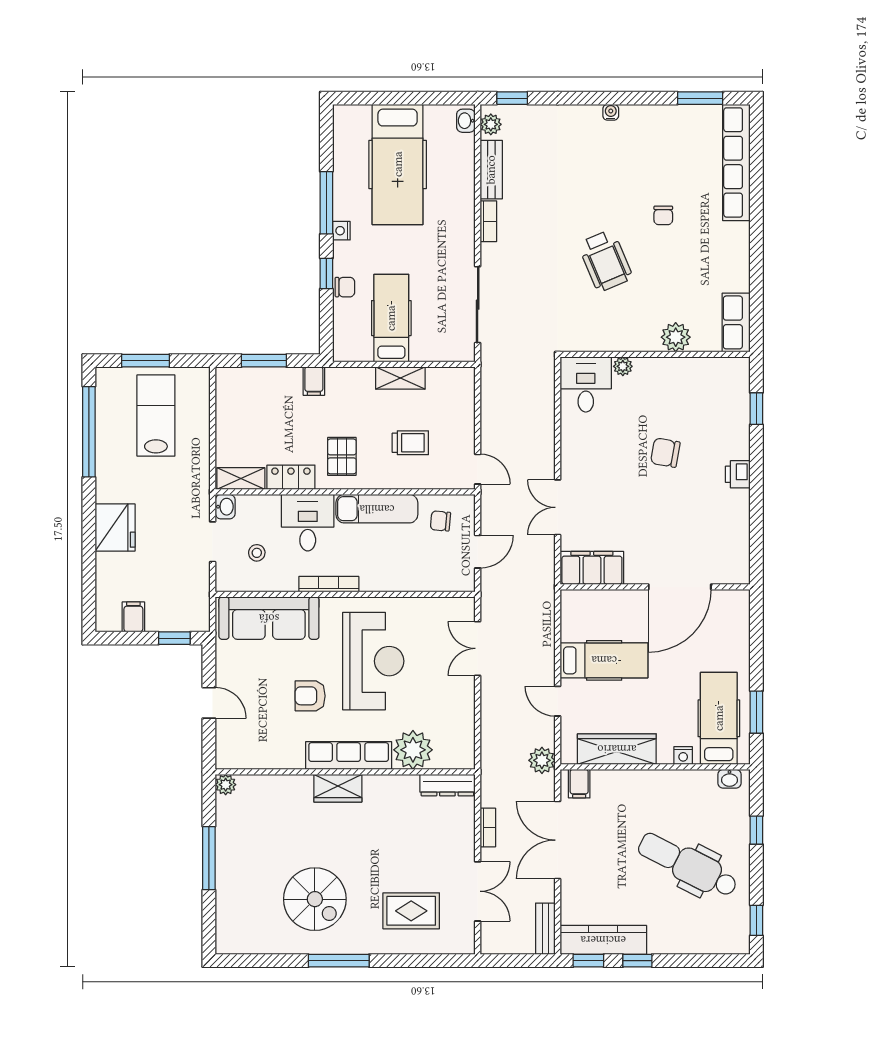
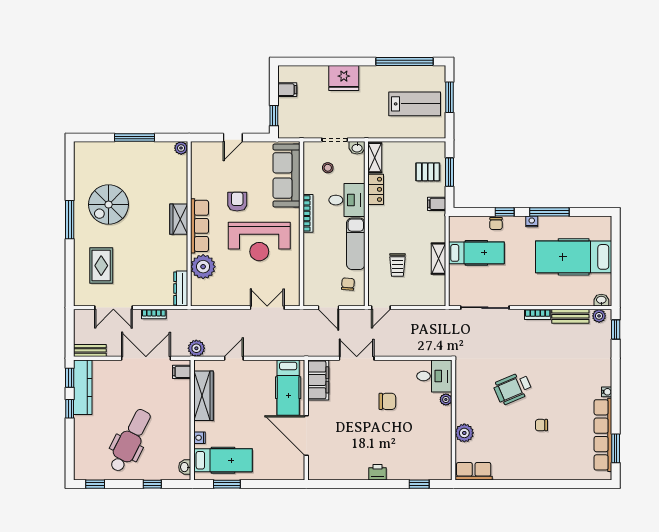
row of seats: (736, 162) -> (603, 435), moved, turned -90
chair: (665, 453) -> (387, 401), moved, turned 80
pallet: (342, 456) -> (428, 172), moved
hospital bed: (604, 660) -> (288, 388), moved

